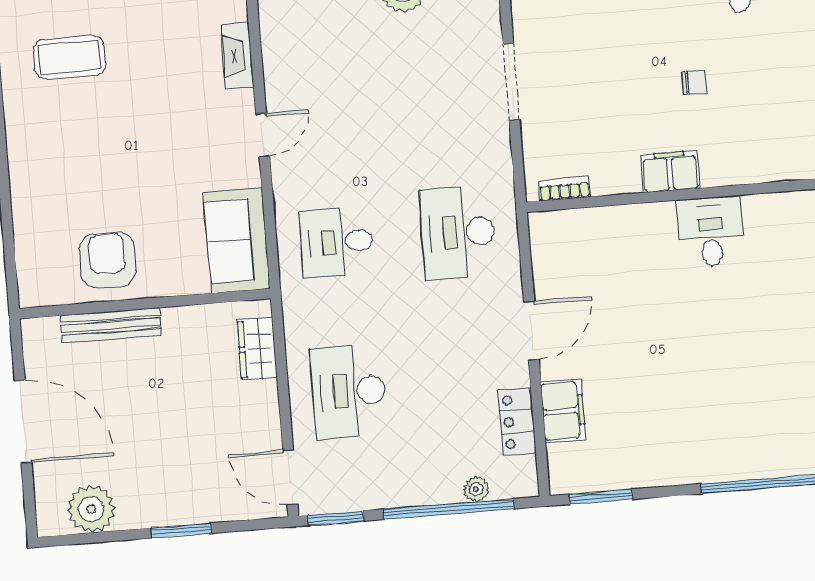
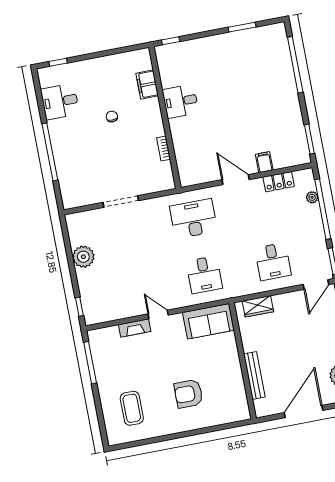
fireplace: (237, 56) -> (135, 328), moved
filing cabinet: (670, 172) -> (147, 84), moved
bookcase: (565, 189) -> (164, 148), moved
desk: (458, 232) -> (194, 219), turned 180
armchair: (107, 260) -> (188, 394), moved
desk: (349, 391) -> (273, 262), width x0.73
filing cabinet: (563, 411) -> (264, 162), width x0.50

